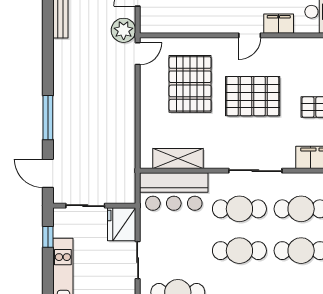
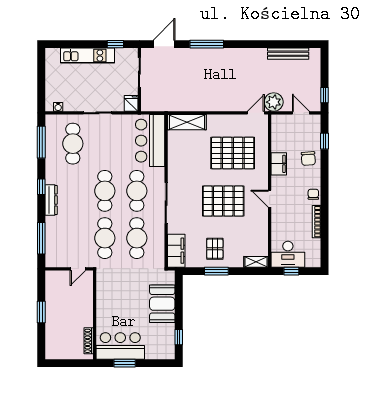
filing cabinet: (279, 24) -> (279, 164), moved
door: (138, 54) -> (256, 113), swing flipped
pallet: (253, 96) -> (223, 201), turned 90
shelving: (178, 159) -> (187, 122), moved, turned 90
fridge: (122, 224) -> (131, 103), width x0.53, depth x0.75

